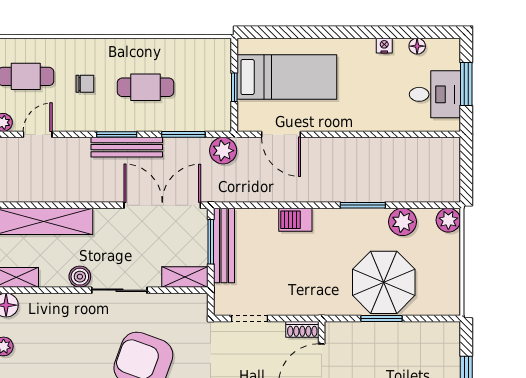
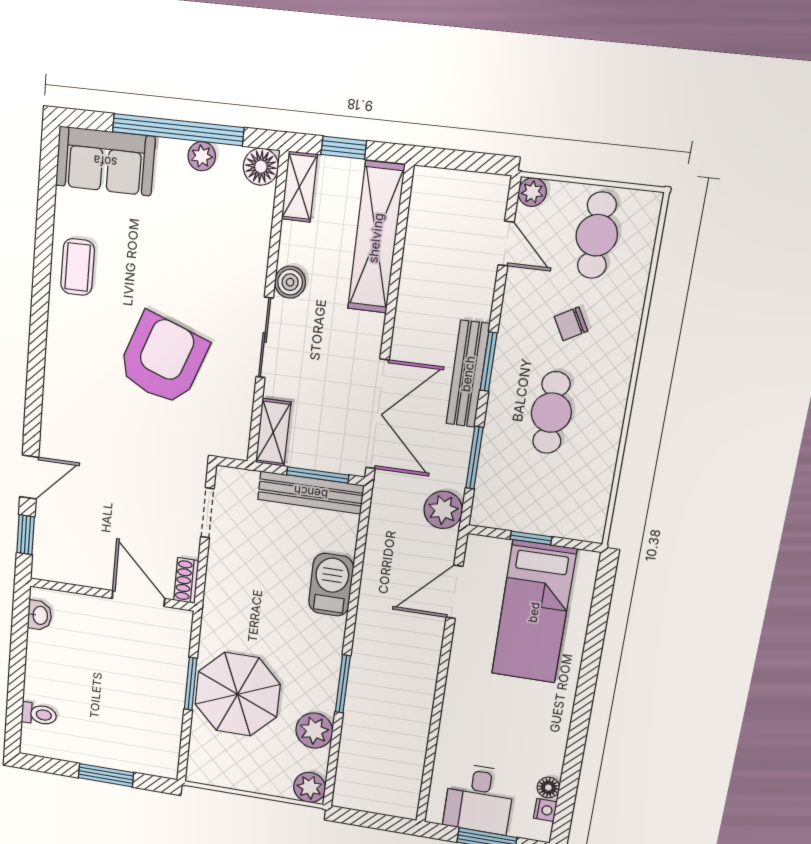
nightstand: (384, 46) -> (545, 810), moved
chair: (85, 84) -> (571, 324), turned 61
barbecue: (295, 220) -> (331, 585), width x1.38, depth x1.27

